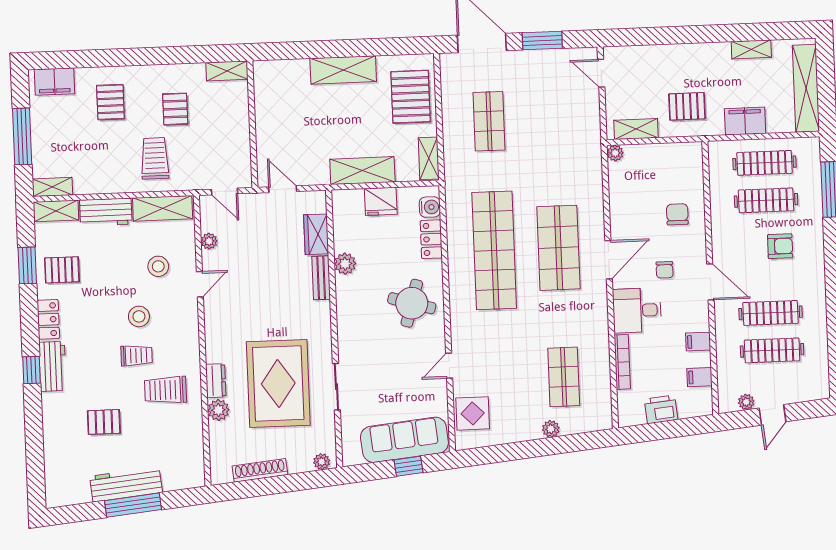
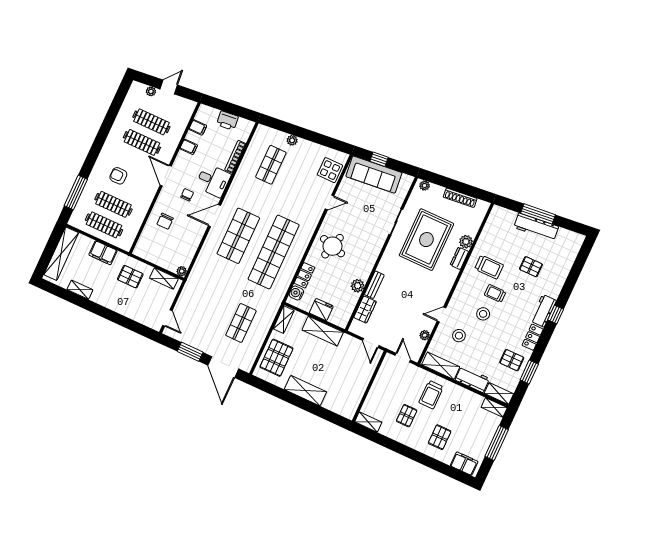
plant: (746, 402) -> (151, 91), moved

